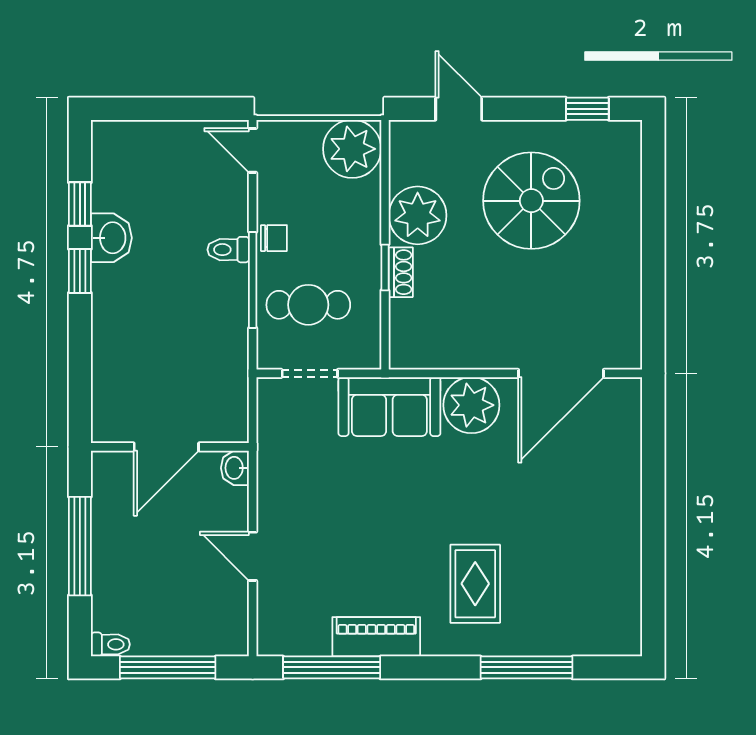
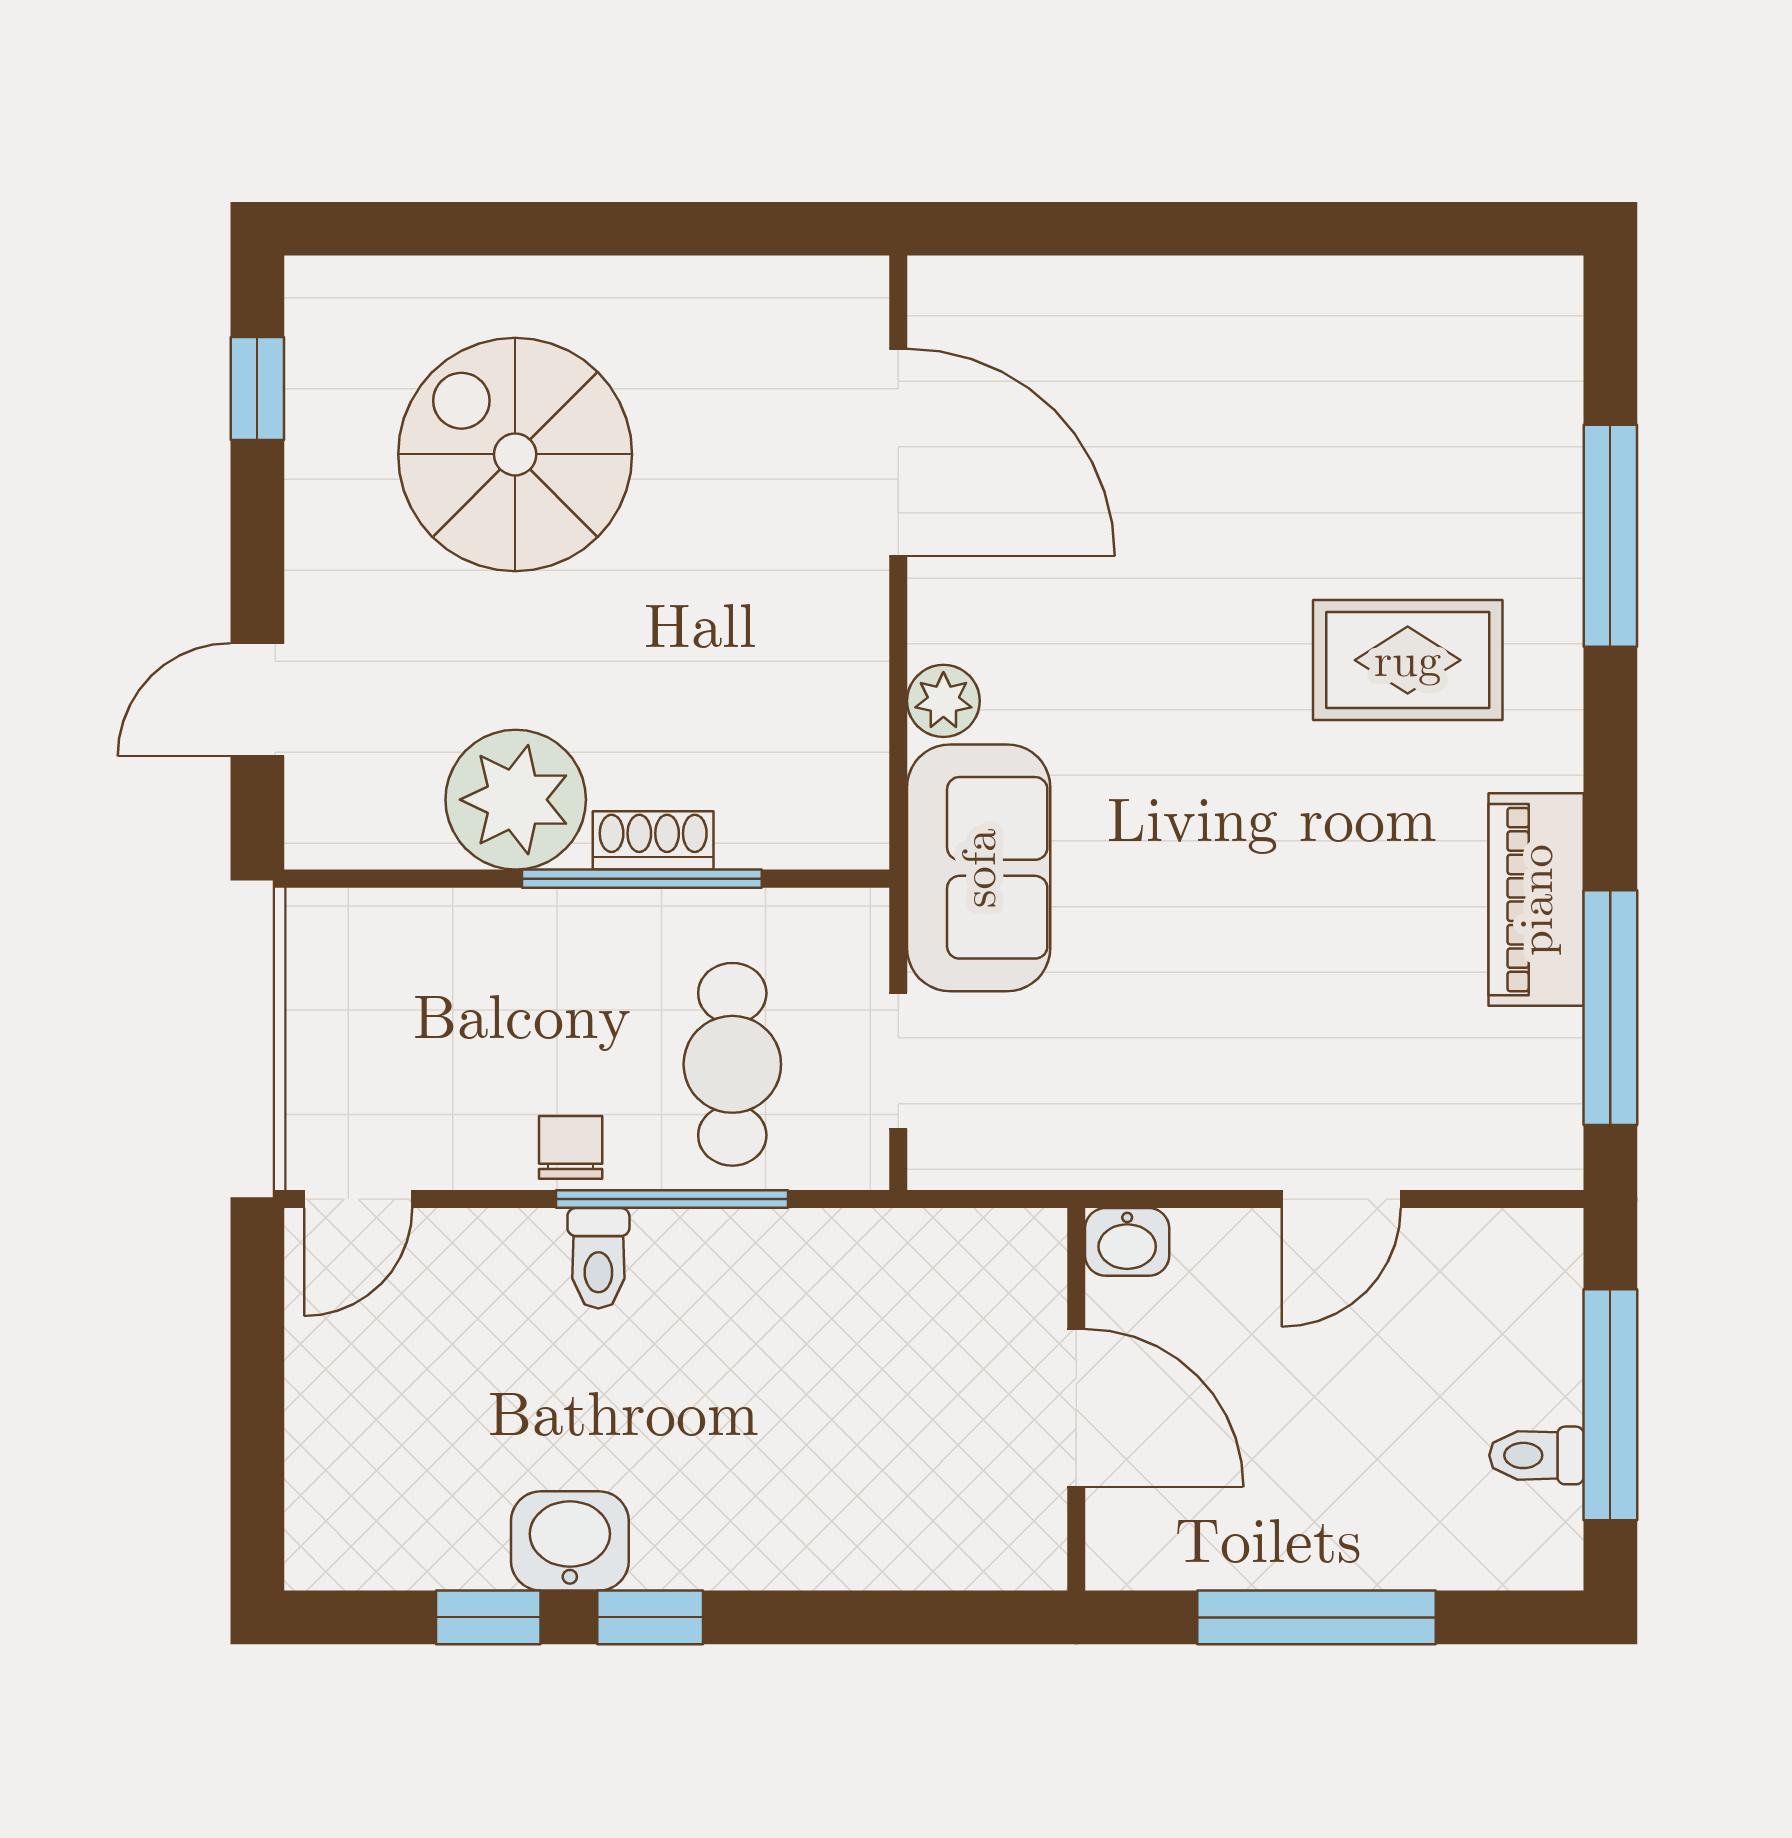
plant: (352, 149) -> (355, 958), removed
spiral stairs: (531, 201) -> (515, 454), moved
window: (385, 267) -> (642, 879), width x2.17
plant: (471, 405) -> (943, 701), width x0.53, depth x0.53
toilet: (110, 644) -> (1537, 1455), moved, turned -90

